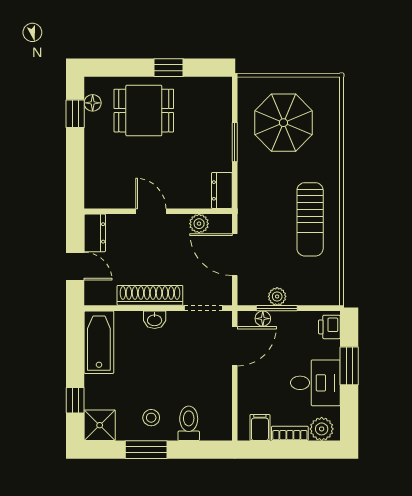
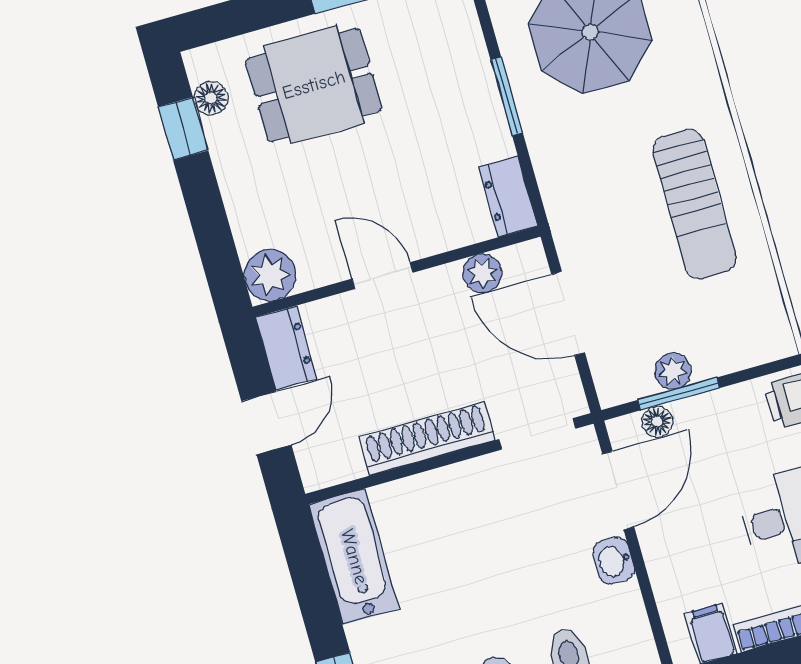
plant: (97, 196) -> (270, 275), added
door: (75, 266) -> (266, 423), hinge flipped
washbasin: (155, 320) -> (614, 561), moved, turned 90

